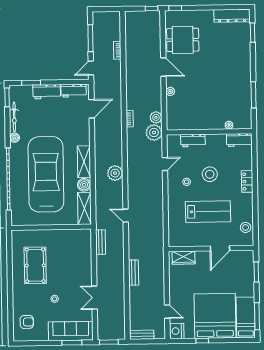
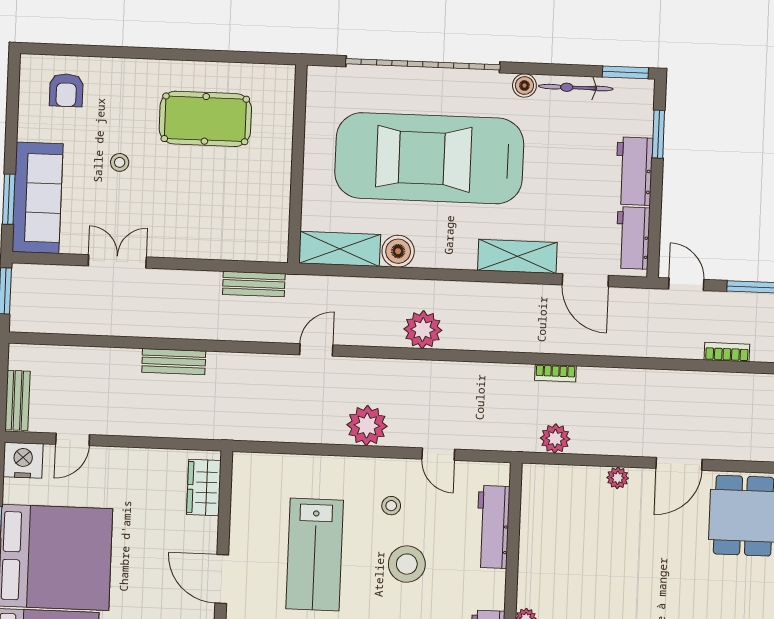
plant: (154, 133) -> (367, 426), moved
workbench: (193, 140) -> (493, 527), width x1.38
shelving: (84, 162) -> (517, 256), moved
car: (46, 174) -> (429, 158), turned 180
bench: (142, 335) -> (17, 400), moved

